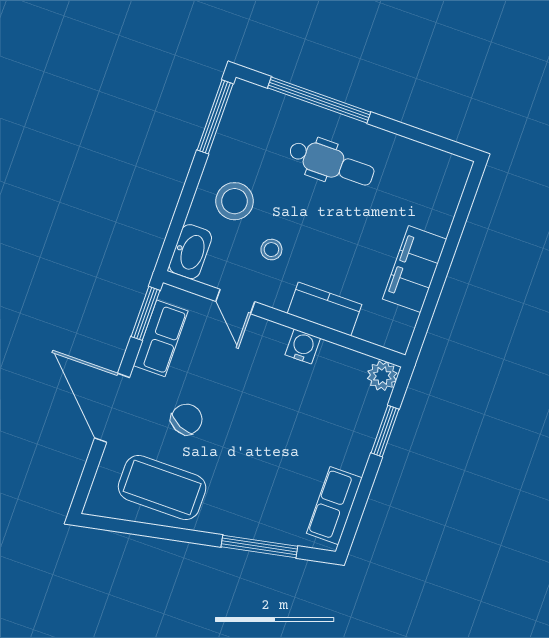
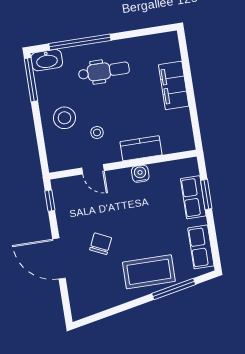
washbasin: (190, 252) -> (47, 60), moved, turned 90
filing cabinet: (415, 269) -> (174, 85), moved
window: (145, 313) -> (50, 201), width x0.67
row of seats: (161, 338) -> (193, 197), moved, turned 180
plant: (382, 376) -> (189, 167), removed
coffee table: (162, 487) -> (149, 272), moved

